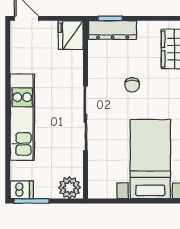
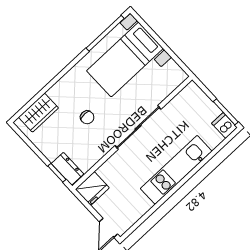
dresser: (113, 30) -> (68, 169), width x0.70
chair: (132, 85) -> (87, 117), turned 90
plant: (70, 187) -> (193, 95), removed

